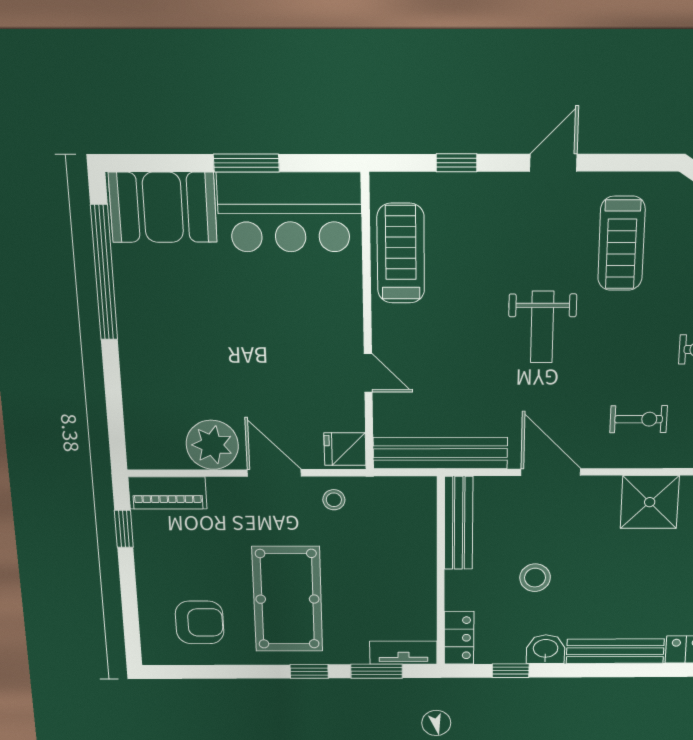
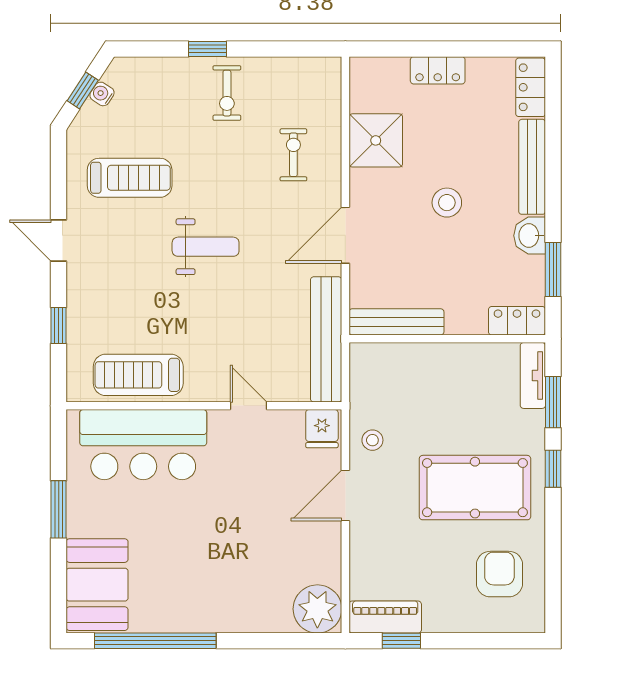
bar counter: (290, 212) -> (143, 445), moved, turned 90
door: (368, 373) -> (248, 406), hinge flipped
plant: (212, 445) -> (317, 609), moved
piano: (168, 493) -> (385, 617), moved, turned -90
stool: (535, 578) -> (447, 203), moved
window: (511, 671) -> (553, 270), width x1.50

